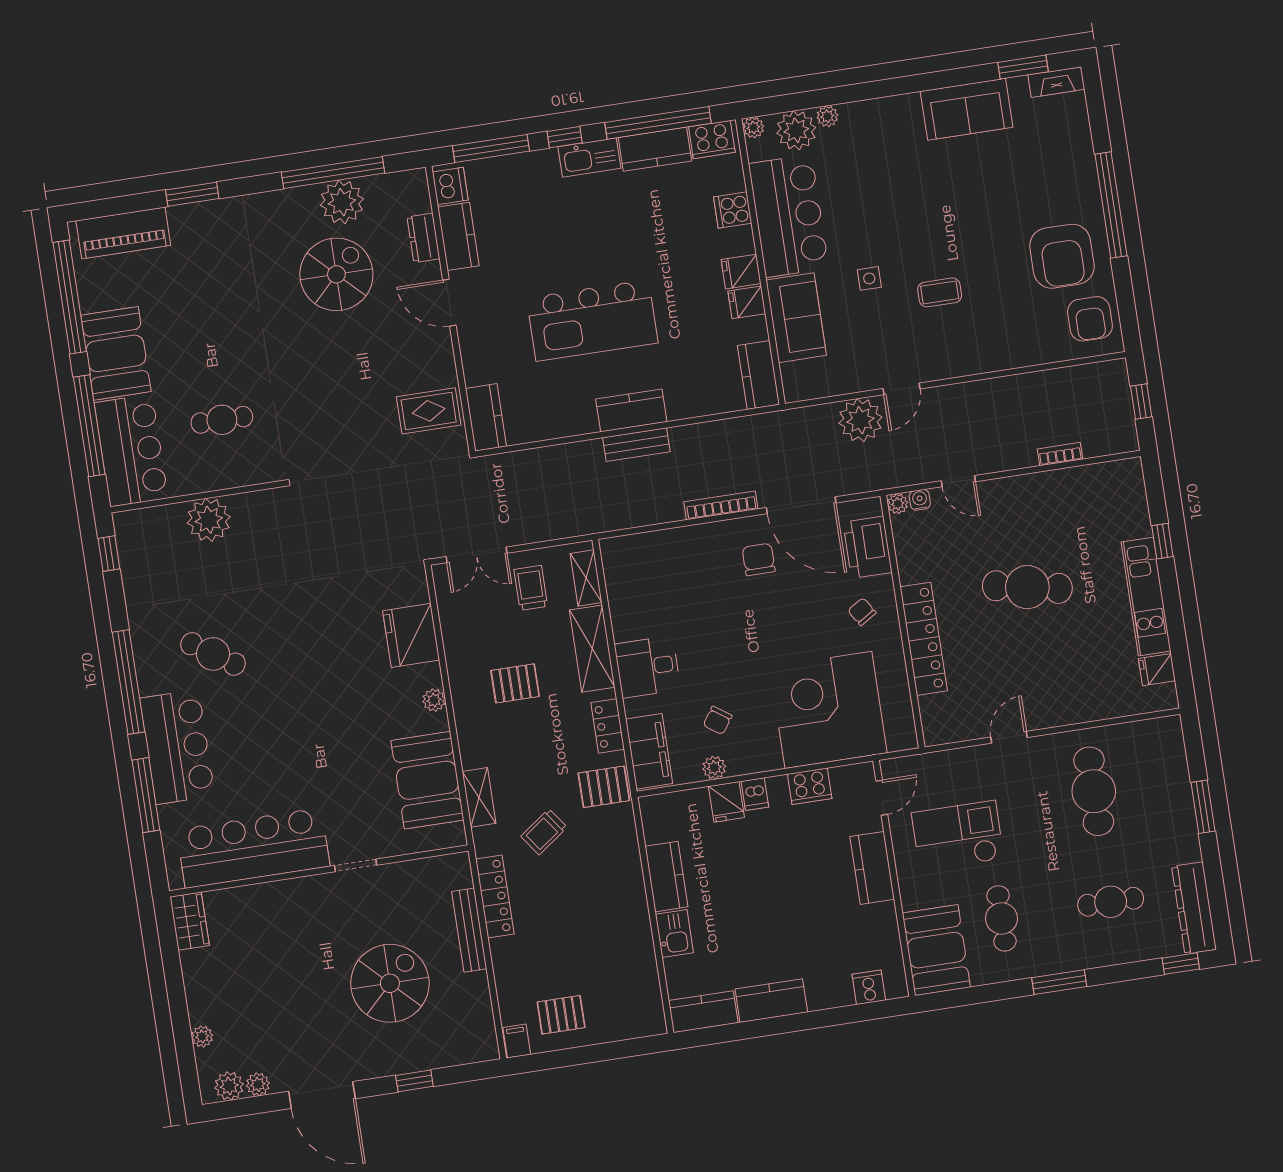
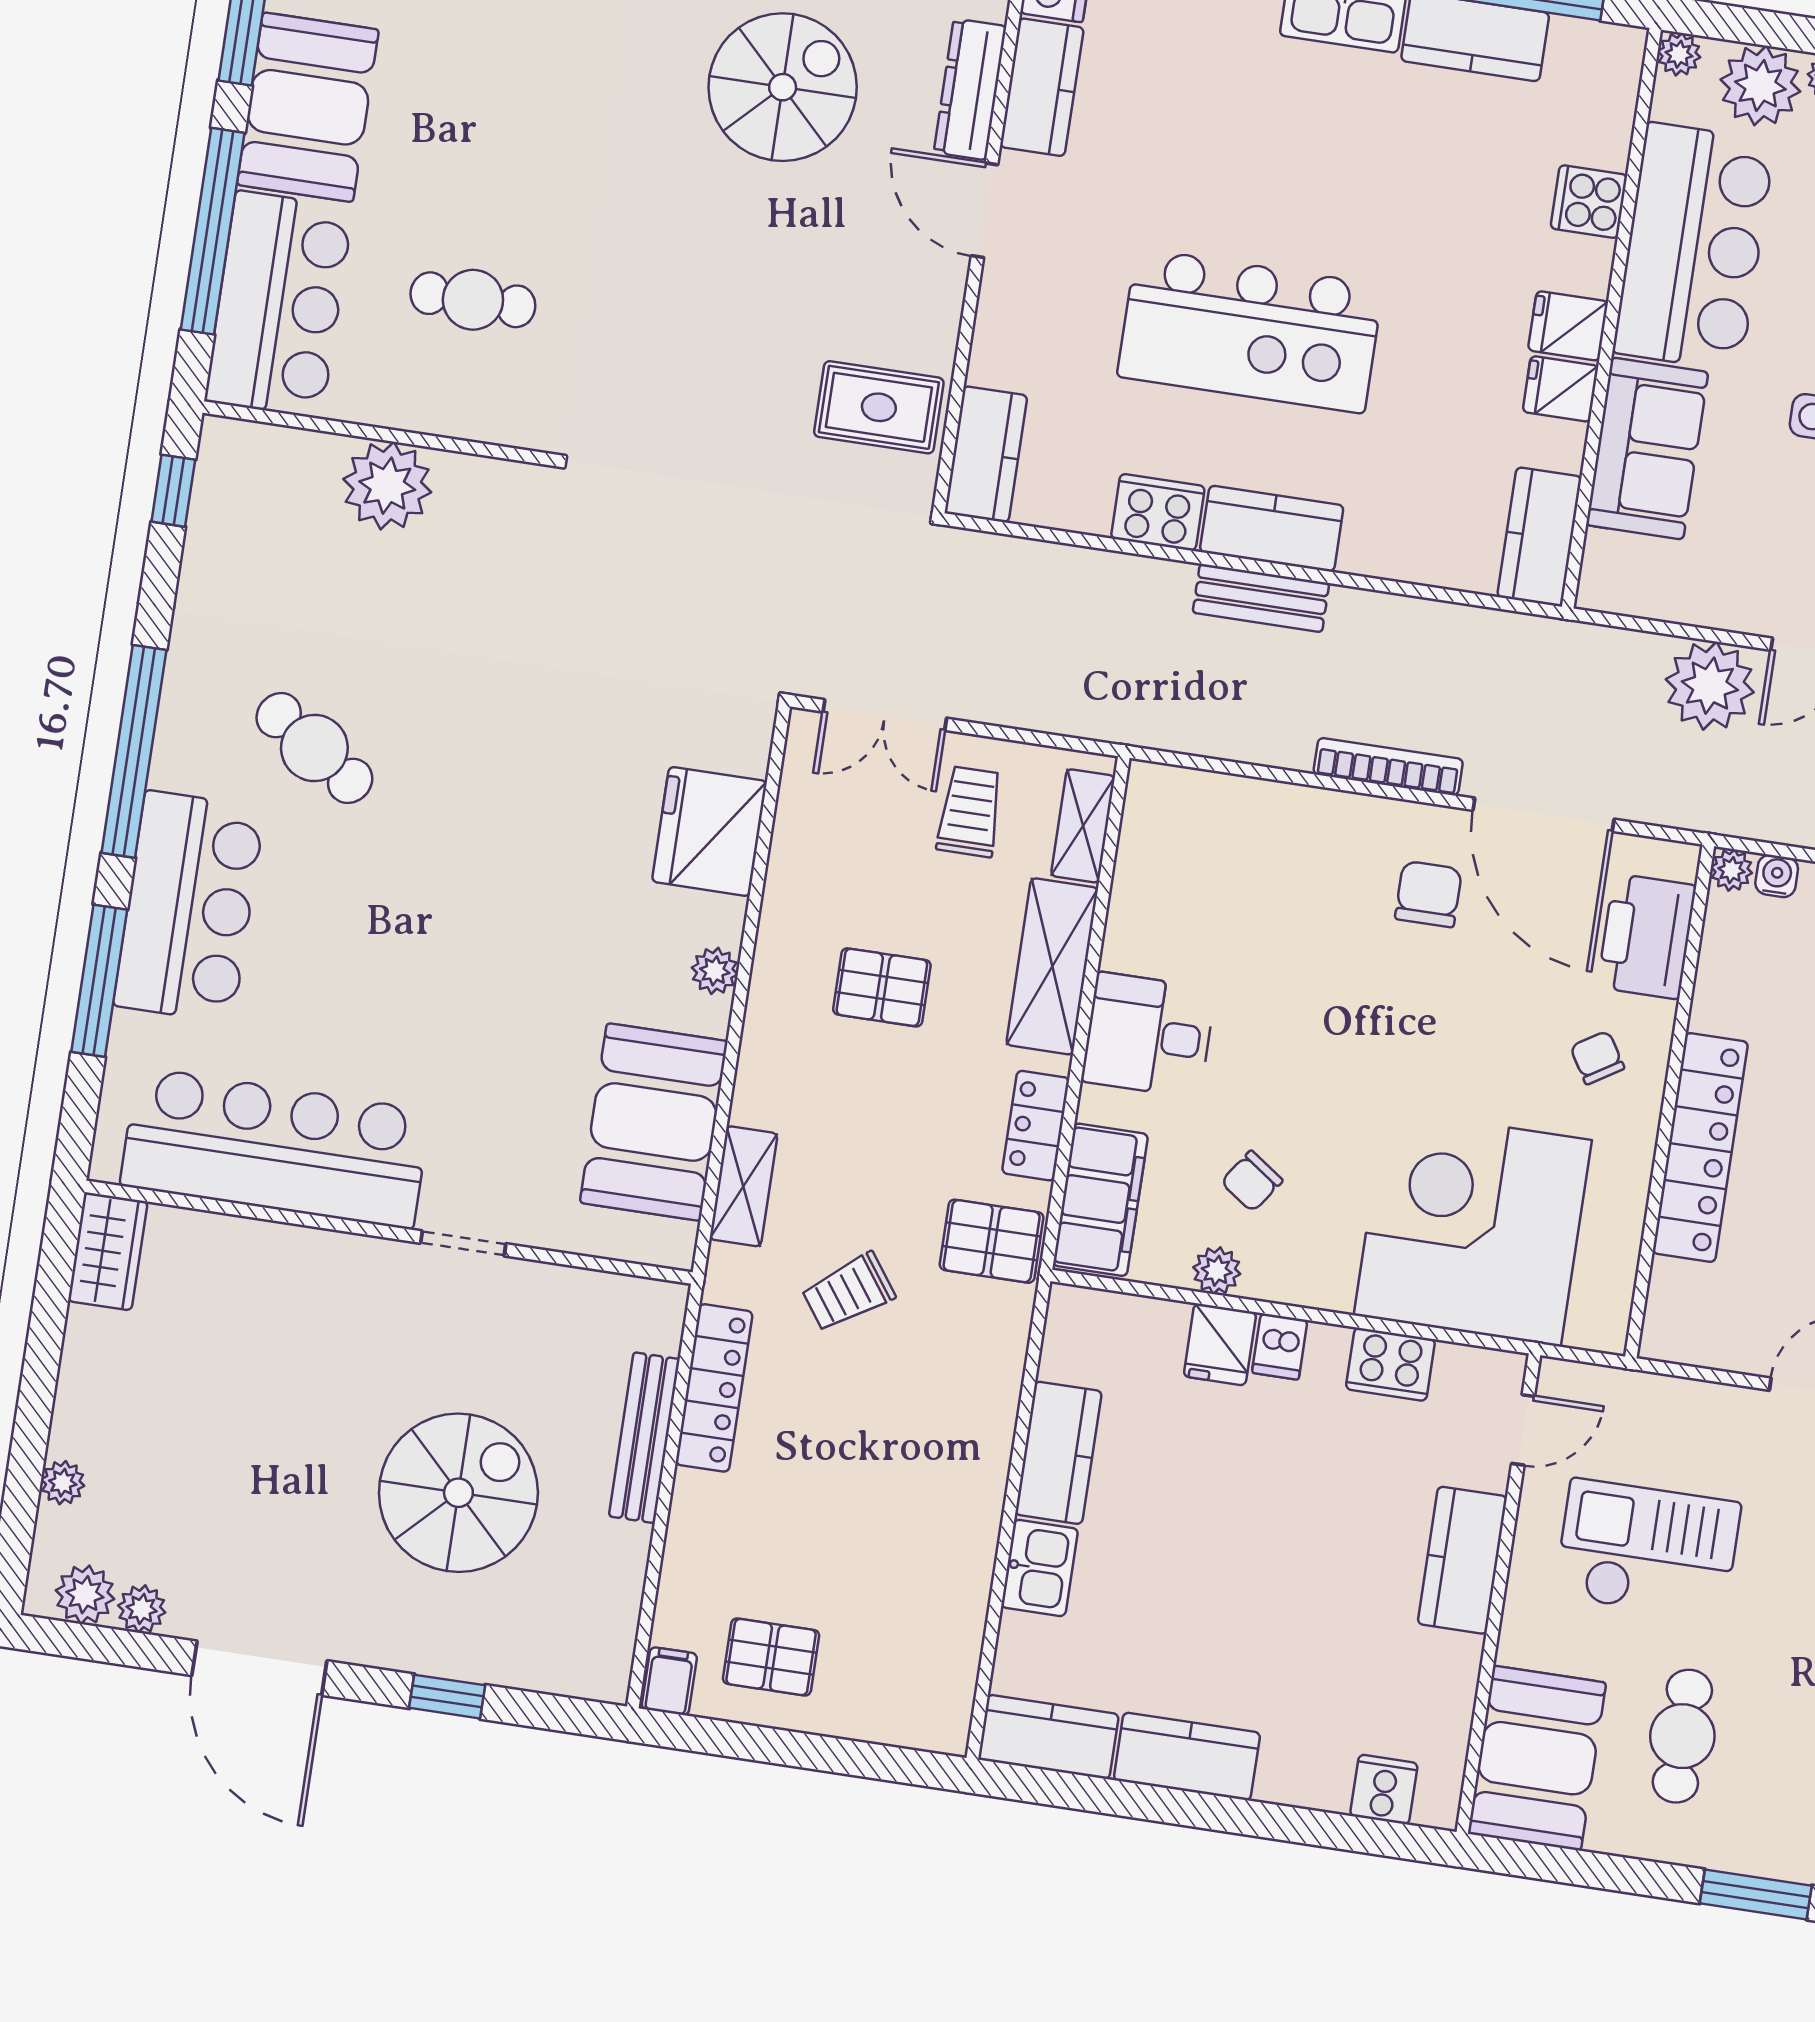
cooker: (712, 140) -> (1158, 512), moved, turned 180
dresser: (423, 238) -> (970, 89), width x1.44

